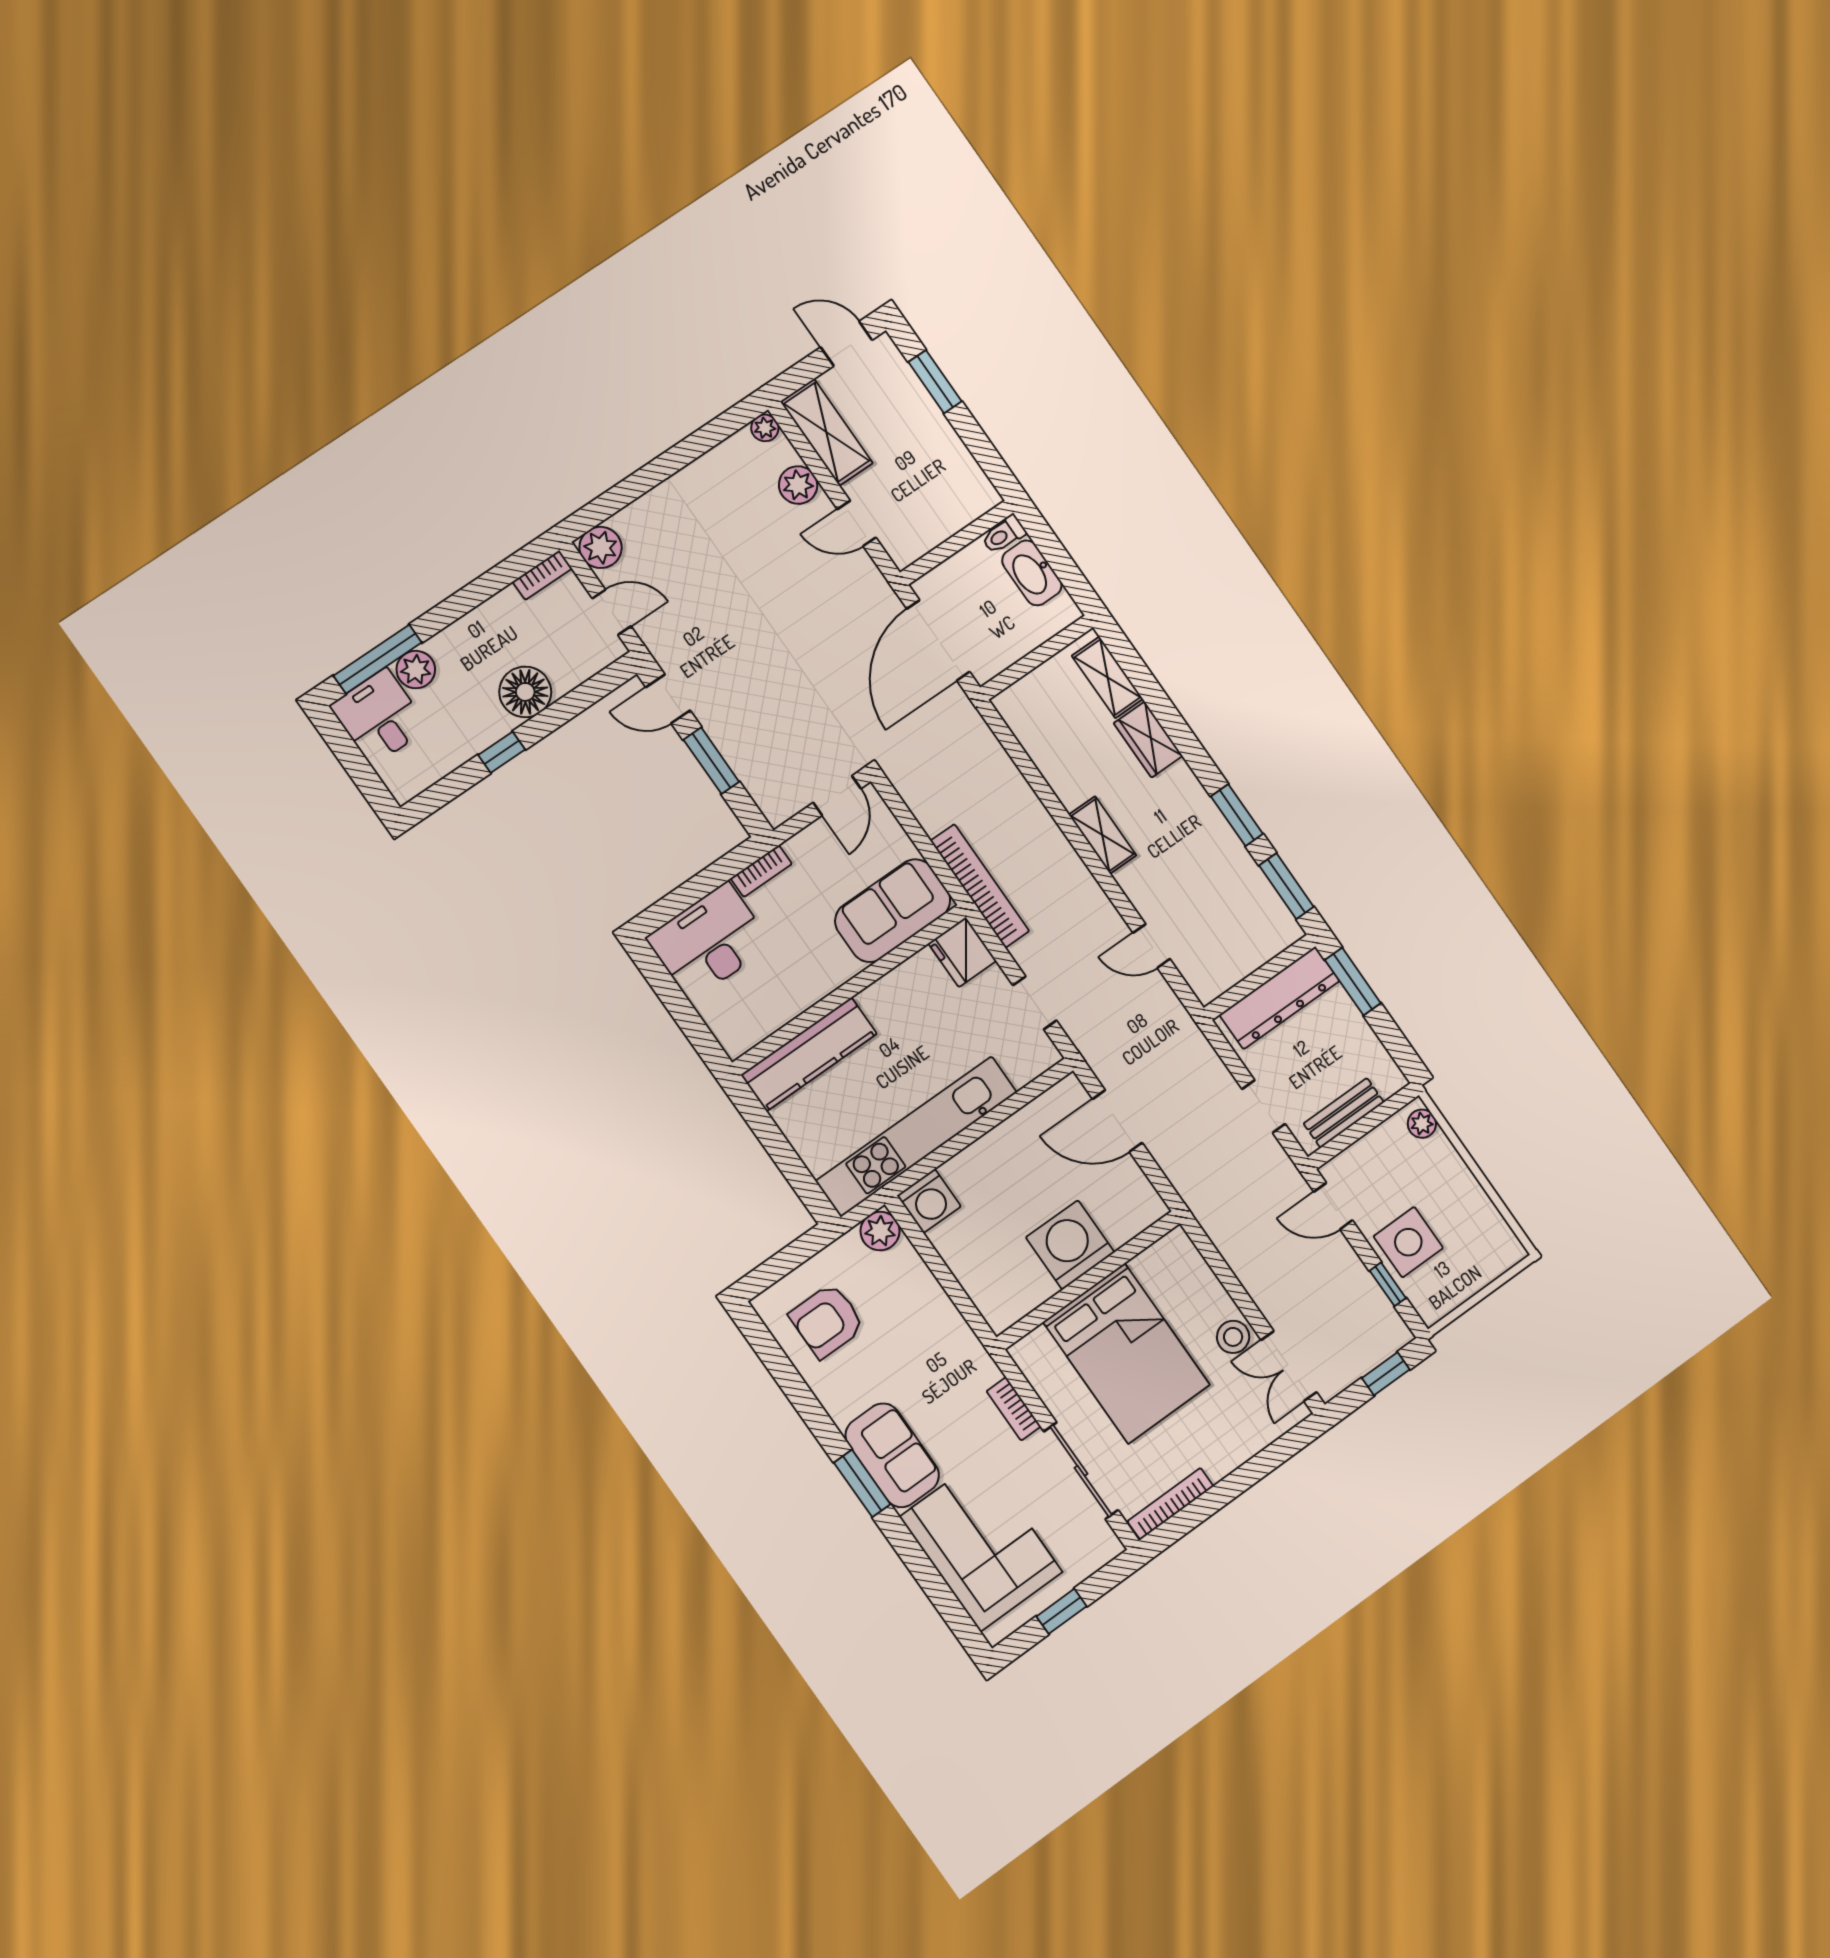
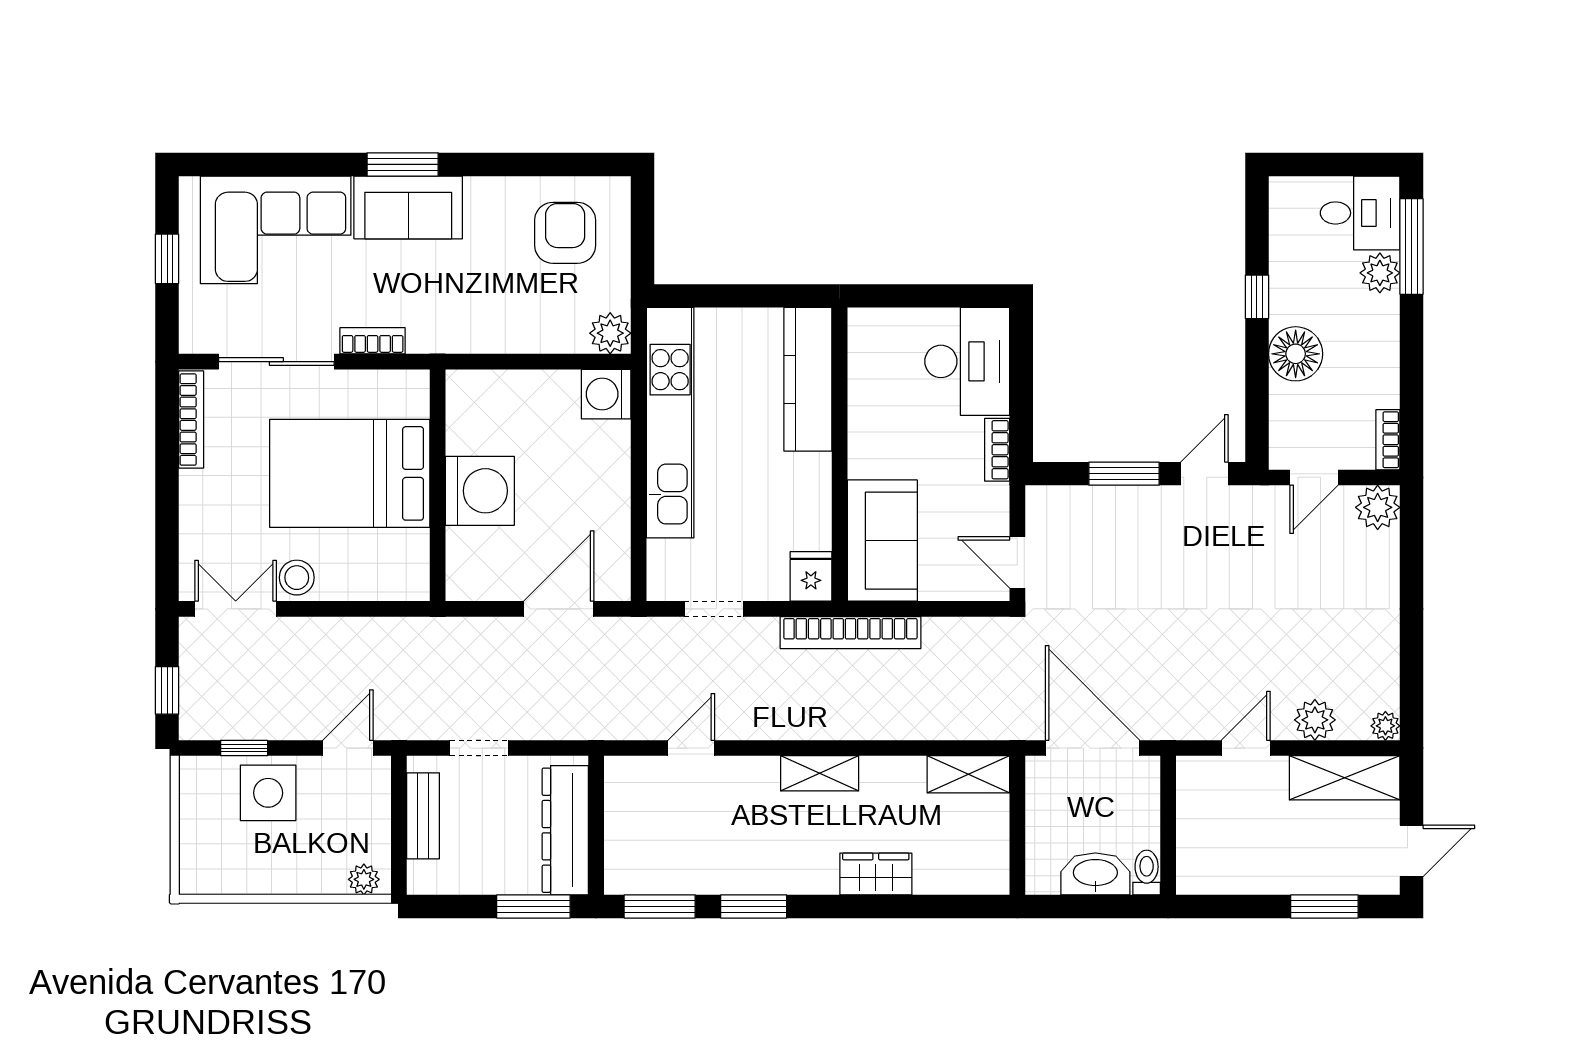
shelving: (1107, 677) -> (968, 774), moved
fridge: (962, 952) -> (811, 576), width x0.72

